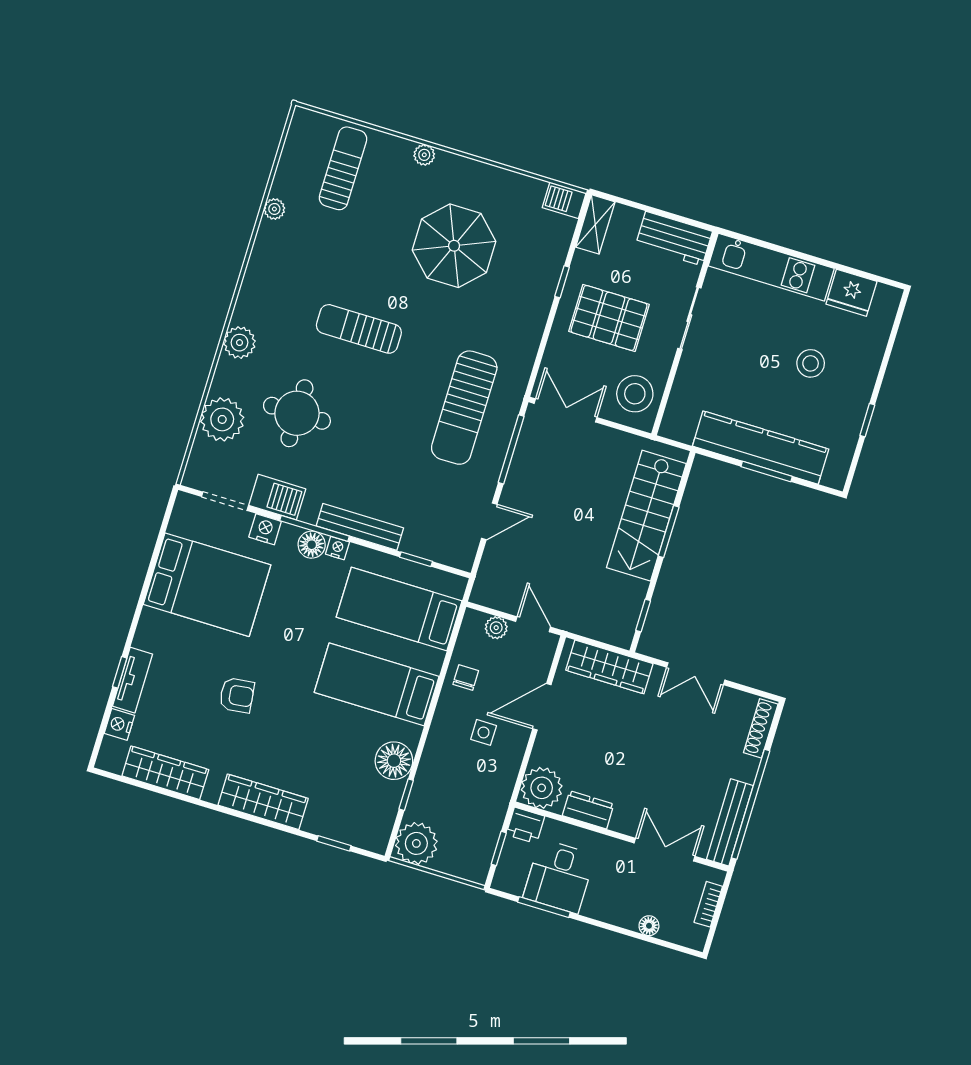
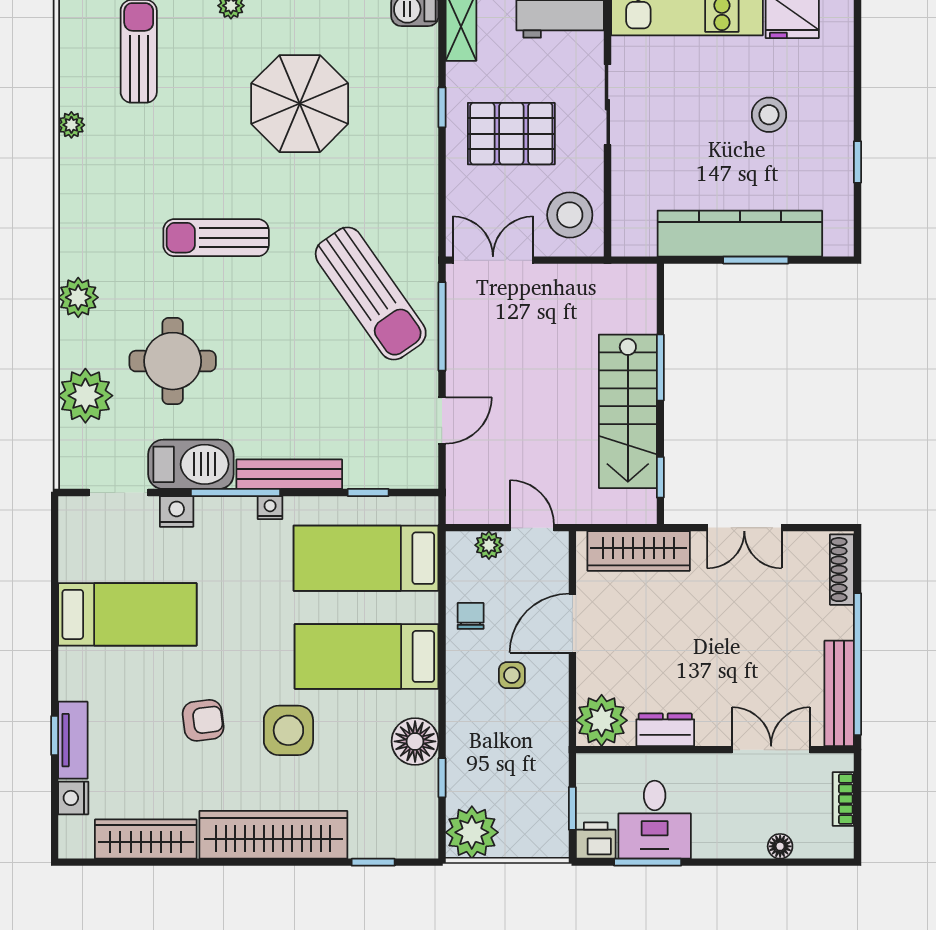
sun lounger: (464, 408) -> (371, 293), turned -35
barbecue: (277, 497) -> (191, 464), width x1.37, depth x1.21
stairs: (646, 516) -> (628, 411), moved
floor lamp: (312, 545) -> (238, 513), removed
bed: (207, 585) -> (127, 614), width x0.67
side table: (300, 723) -> (288, 730), added
wardrobe: (263, 802) -> (273, 835), width x1.40, depth x1.17
printer: (525, 825) -> (596, 841), moved, turned 180

